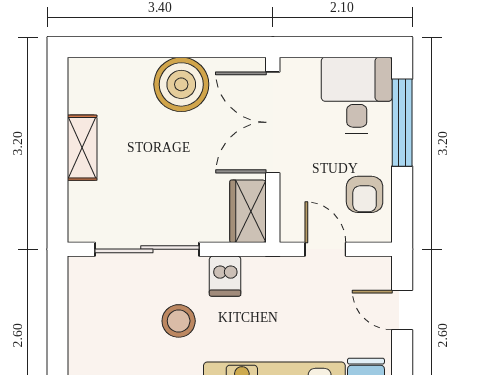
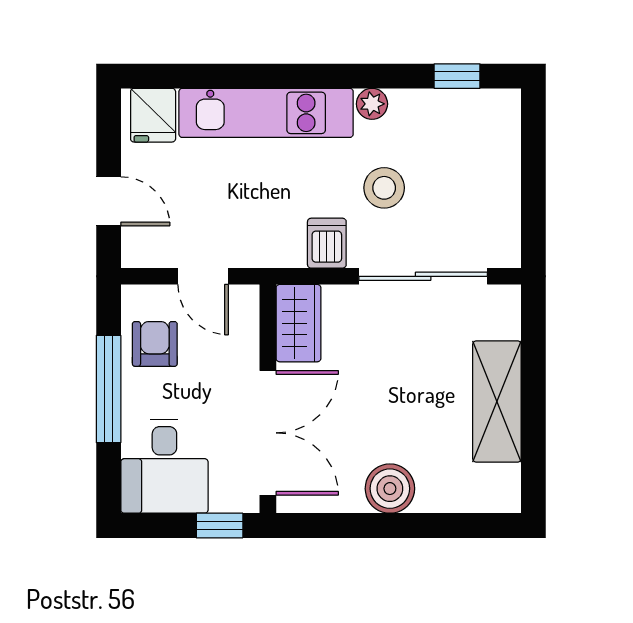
window: (312, 47) -> (220, 526), added
boiler: (181, 84) -> (390, 489), width x0.73, depth x0.73
window: (402, 123) -> (109, 389), moved
shelving: (82, 148) -> (497, 401), width x1.50, depth x1.33

